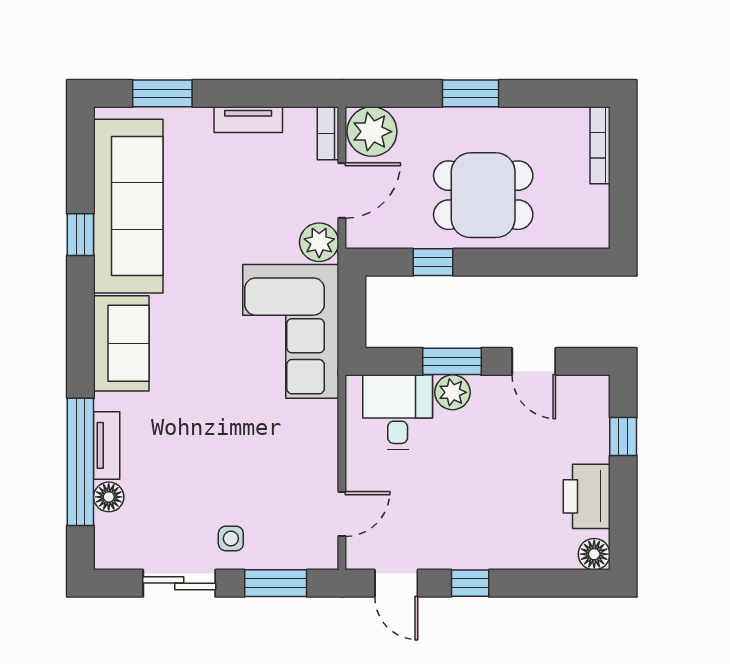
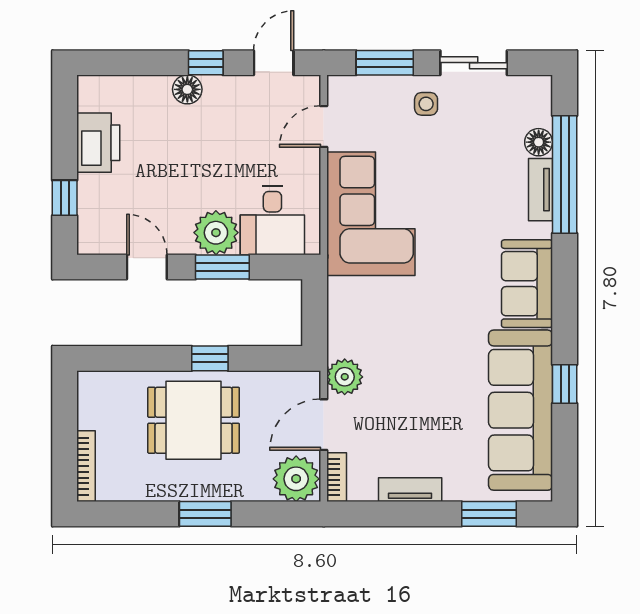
window: (433, 262) -> (210, 358), moved
corner sofa: (291, 331) -> (371, 214), moved
plant: (453, 392) -> (216, 233), width x1.36, depth x1.36
floor lamp: (594, 554) -> (187, 89), moved
door: (396, 583) -> (274, 63), hinge flipped

